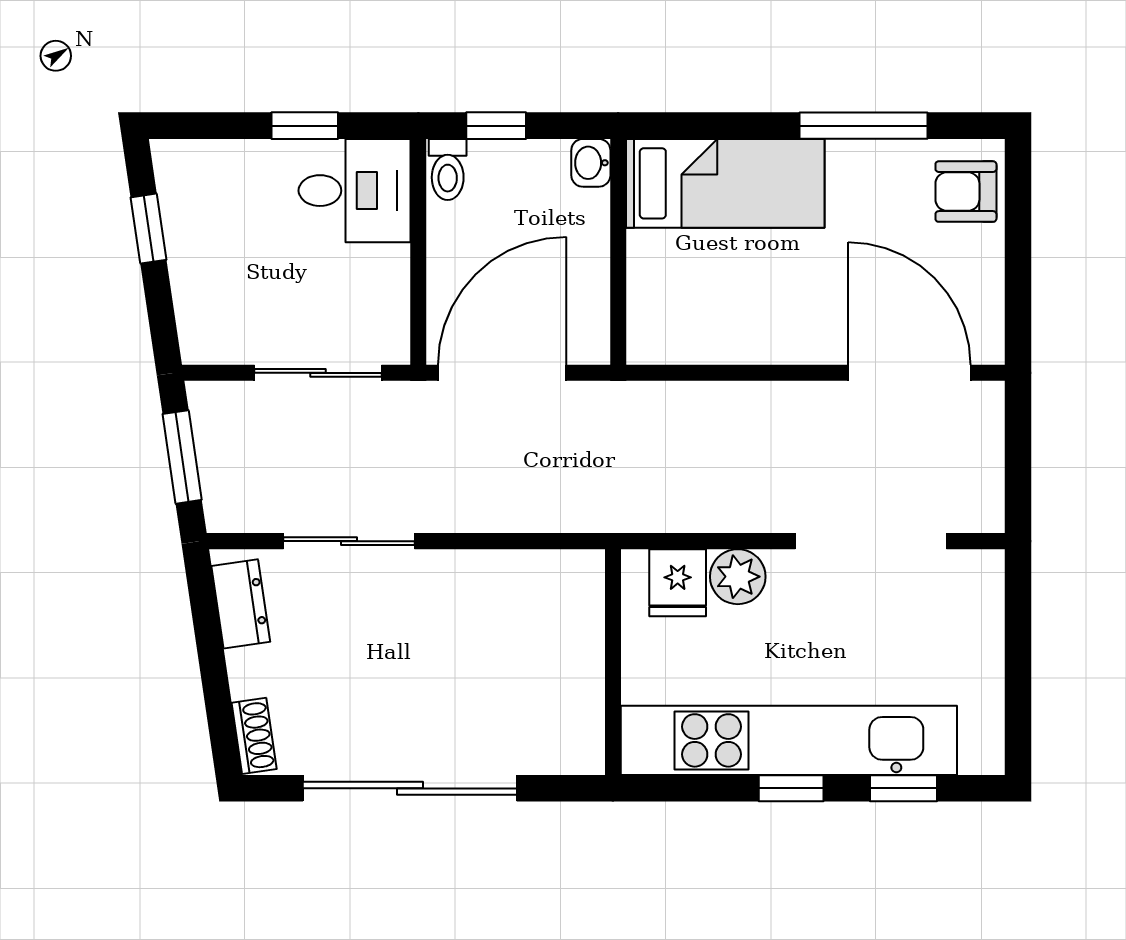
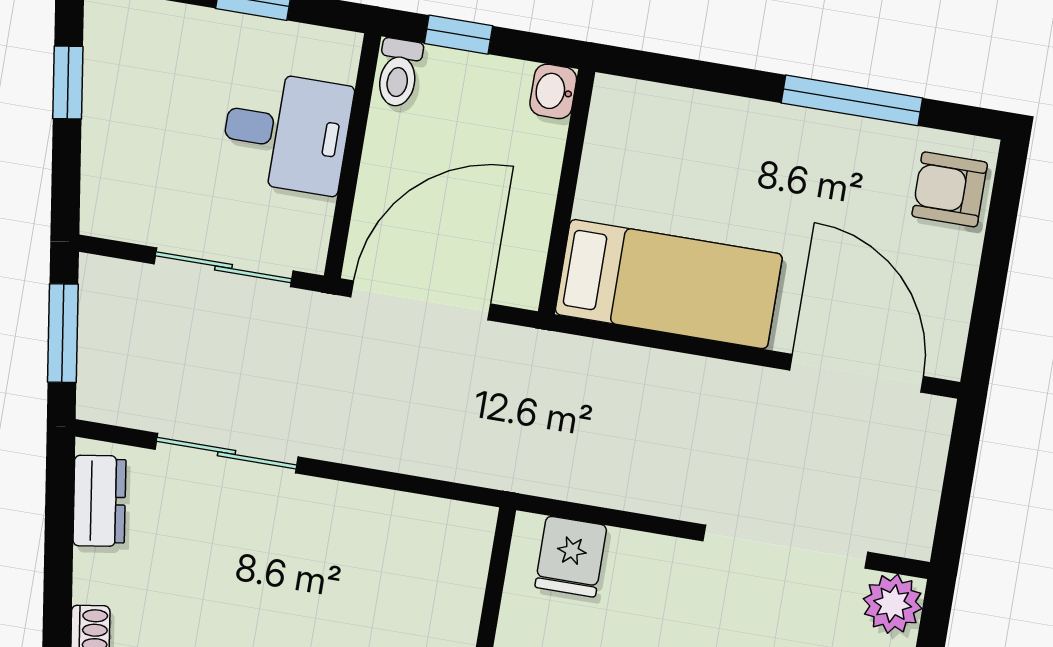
bed: (725, 183) -> (669, 284), moved
desk: (355, 191) -> (286, 132), moved
plant: (738, 577) -> (893, 604), moved

